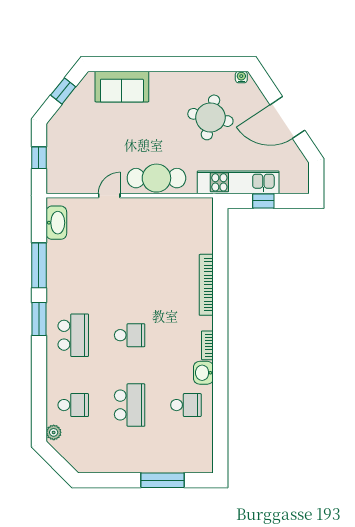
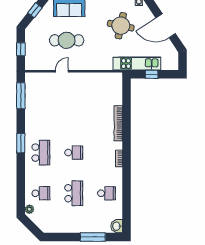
cafe table: (156, 178) -> (67, 40), moved
washbasin: (56, 223) -> (31, 87), removed
window: (39, 265) -> (21, 96), moved
washbasin: (203, 373) -> (117, 226), moved

